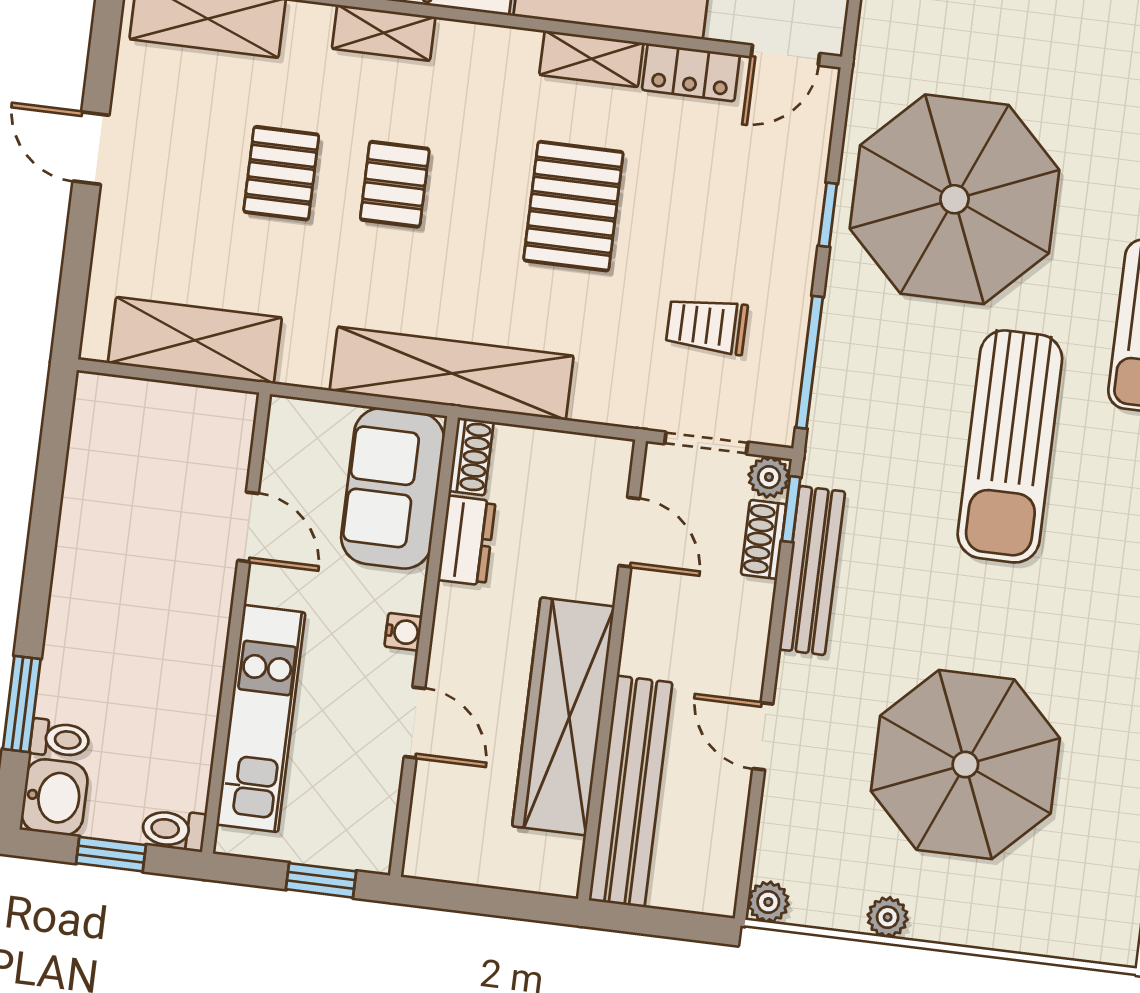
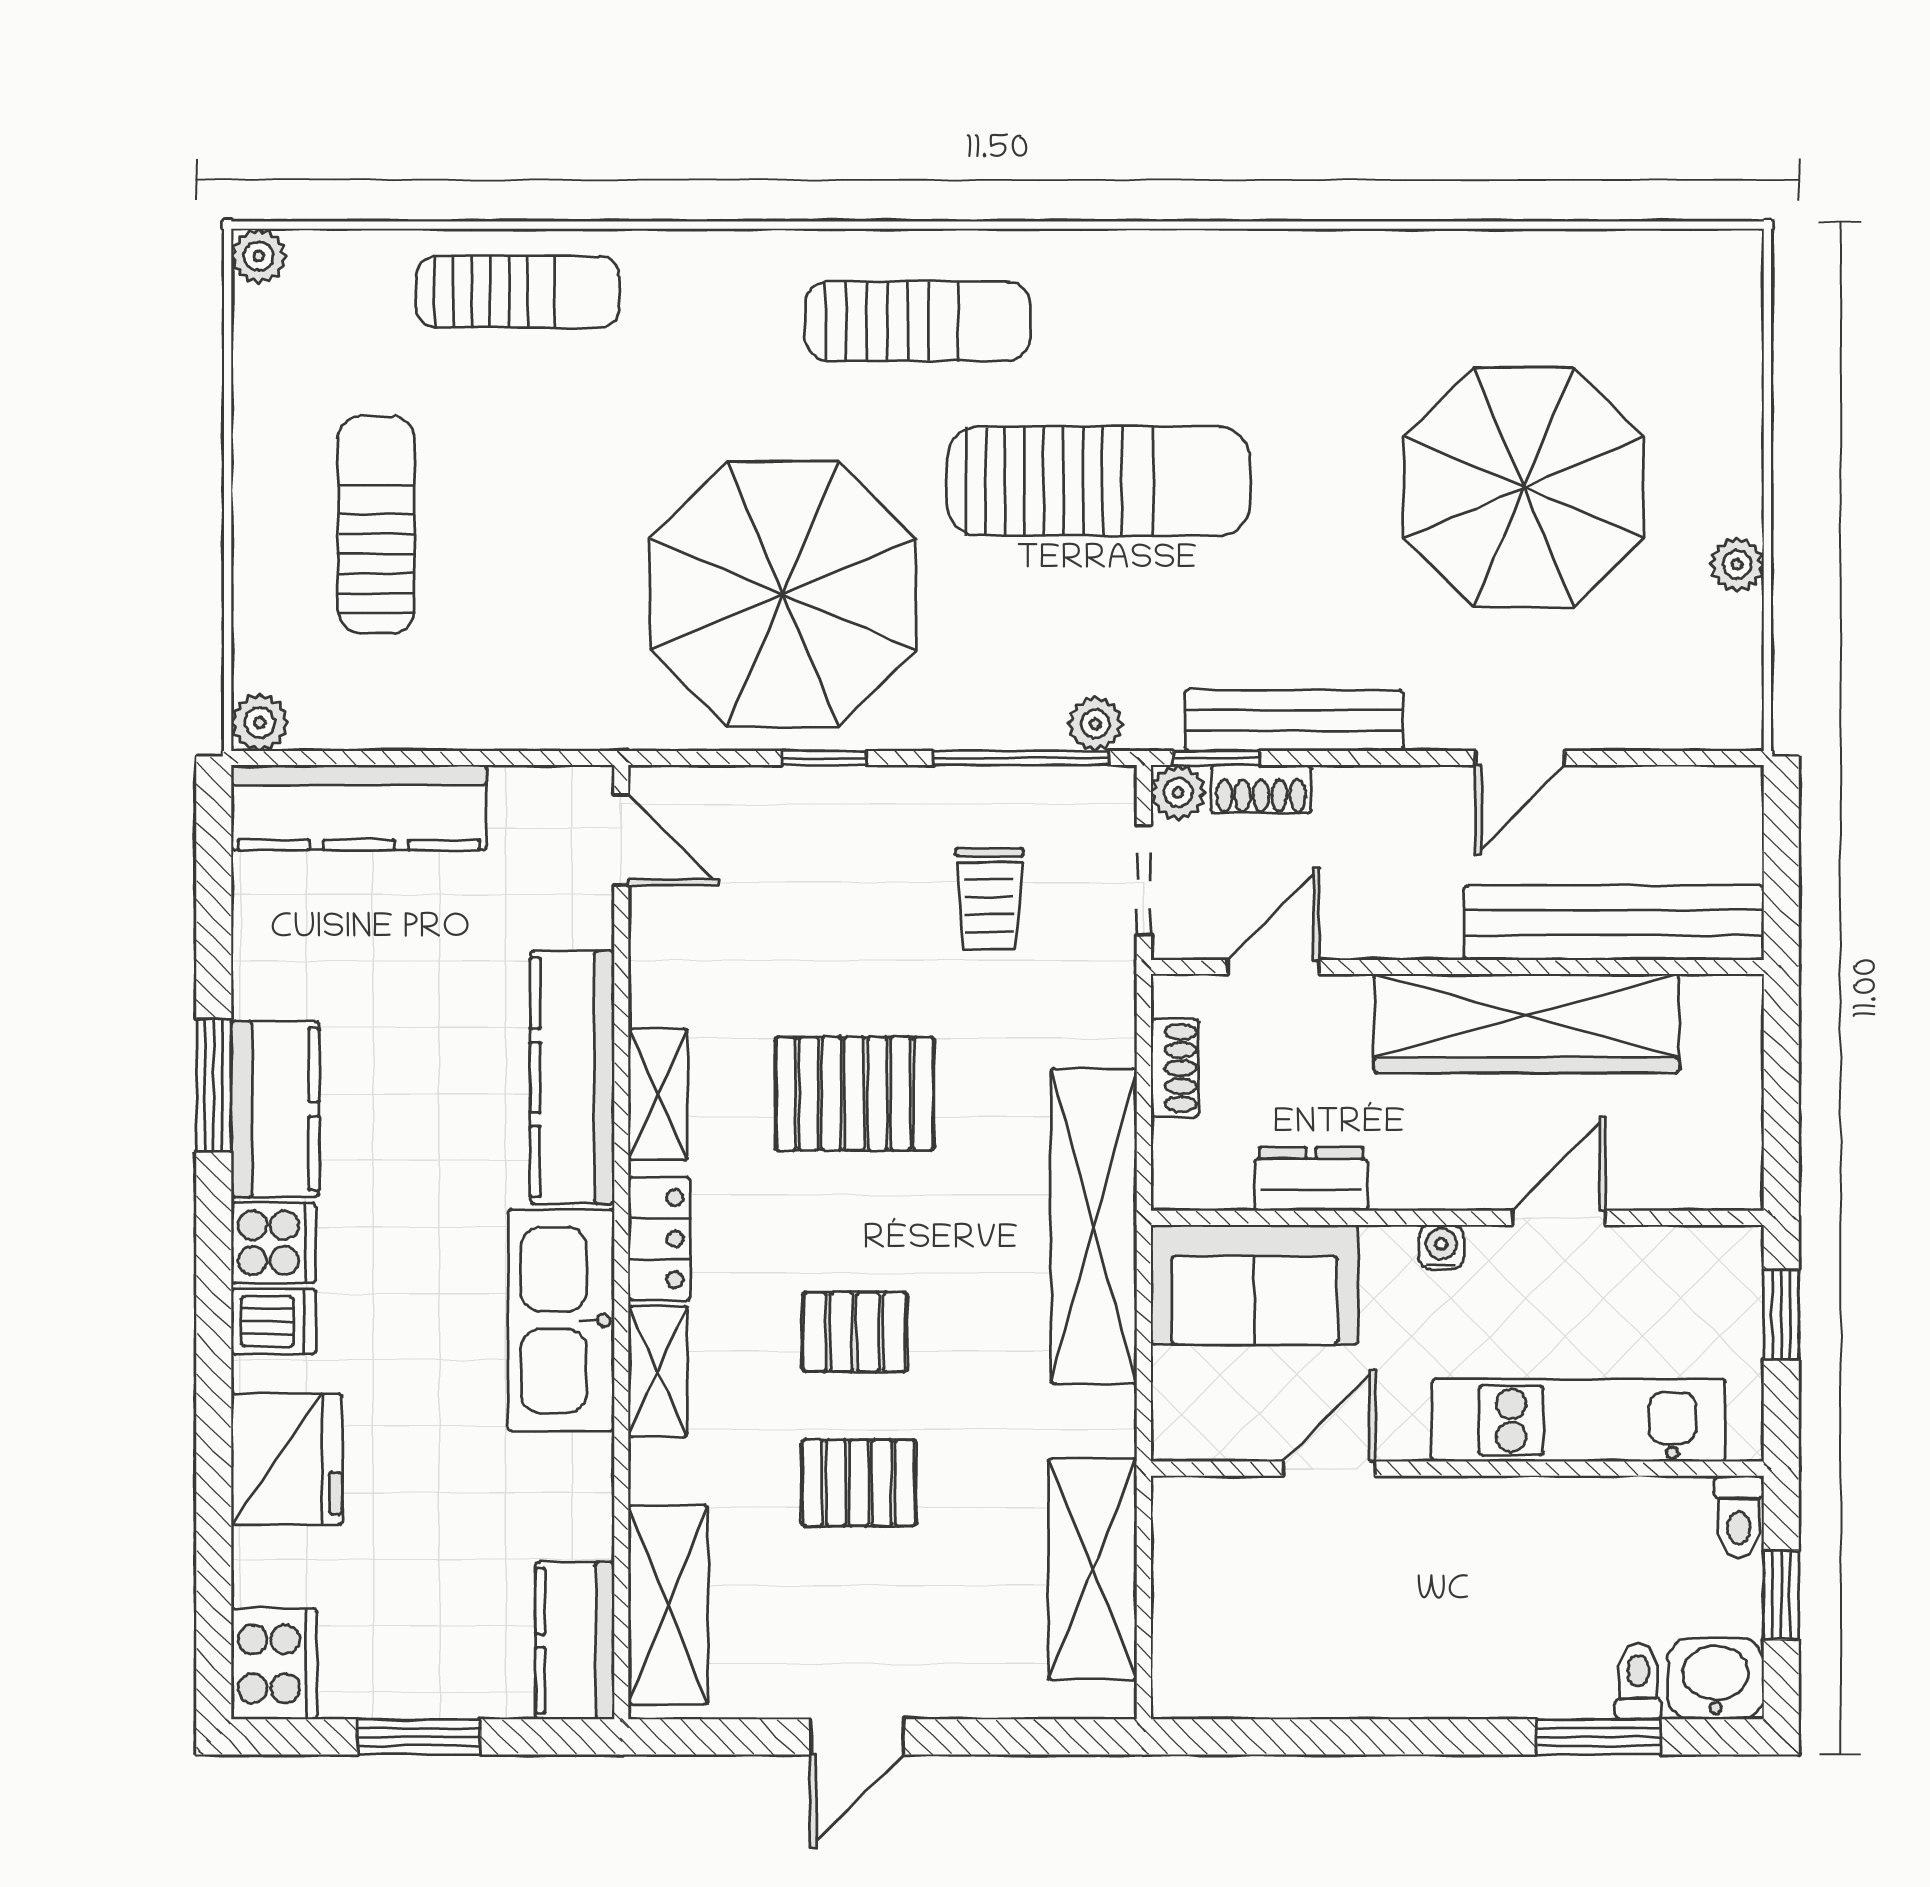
locker: (691, 72) -> (659, 1239), moved
shoe rack: (471, 456) -> (1175, 1068), moved, turned 90
plant: (768, 902) -> (1095, 724), moved

